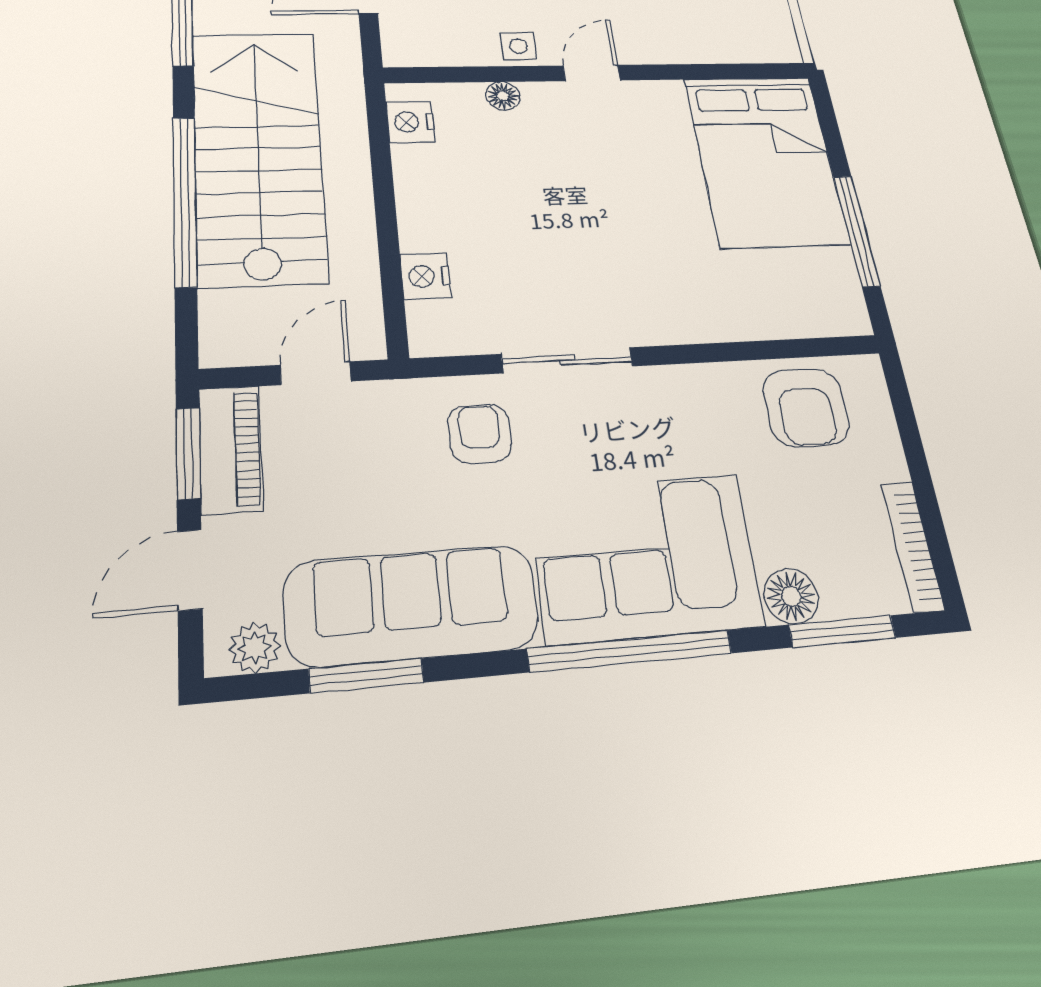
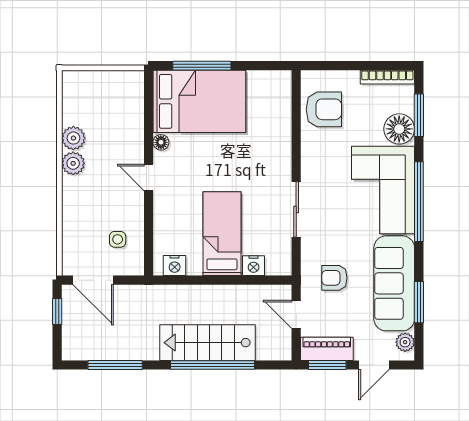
side table: (518, 46) -> (118, 239), moved
floor lamp: (503, 96) -> (161, 142), moved
stairs: (258, 155) -> (208, 343), width x0.73, depth x0.66
bed: (491, 210) -> (222, 234), added
window: (857, 231) -> (202, 66), moved
armchair: (480, 434) -> (334, 278), moved
door: (190, 570) -> (374, 365), hinge flipped
floor lamp: (791, 596) -> (399, 129), width x1.38, depth x1.38

